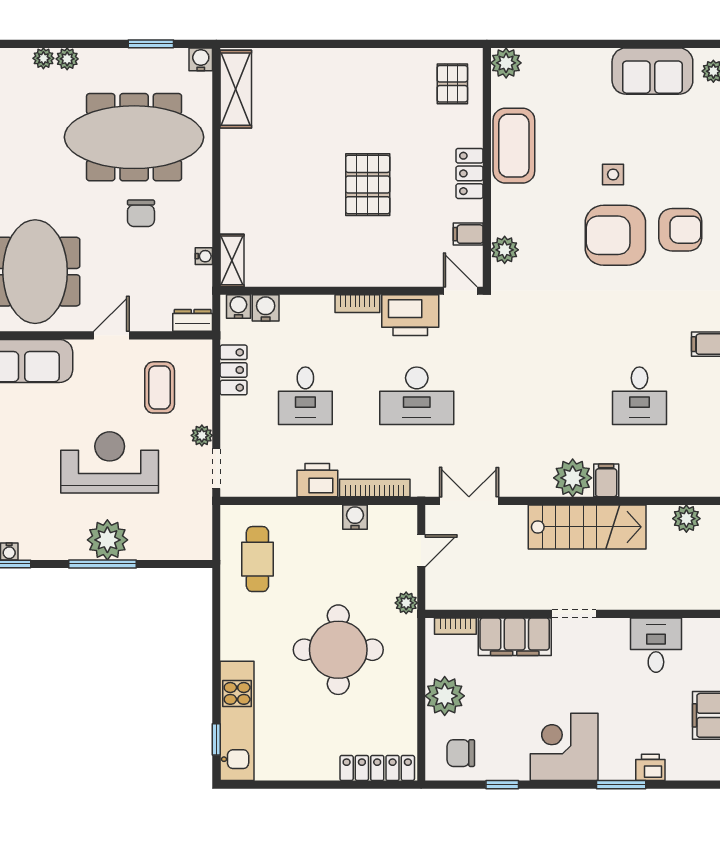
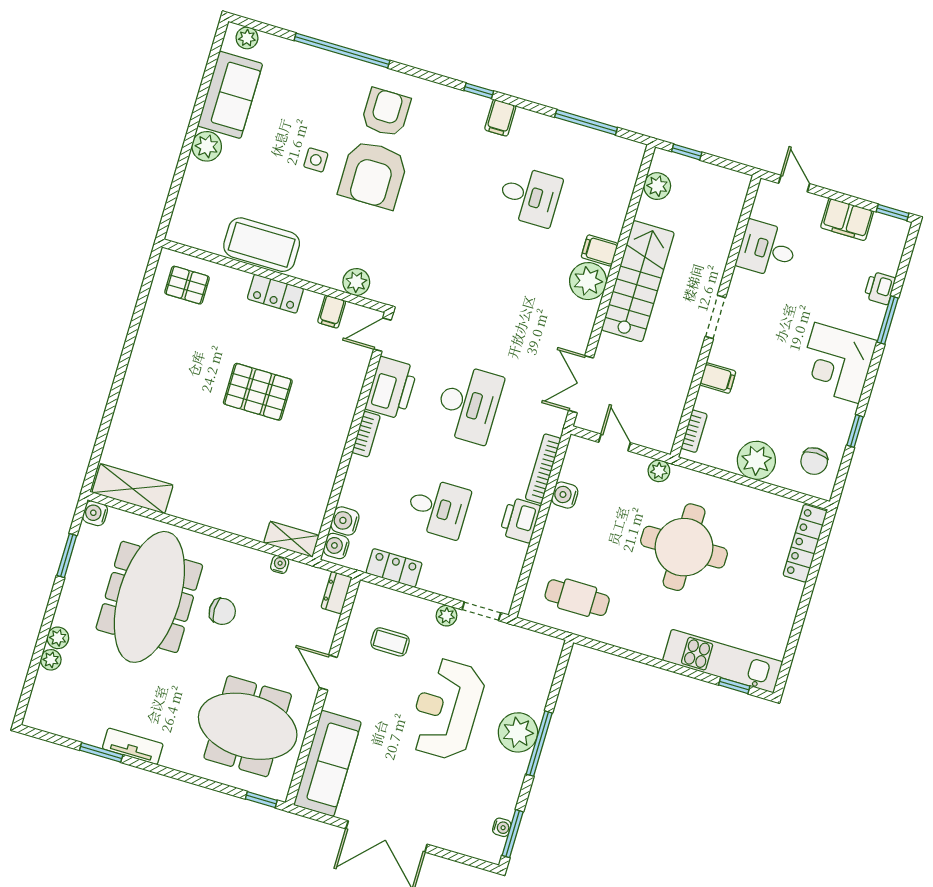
plant: (506, 63) -> (207, 146), moved
coffee table: (160, 387) -> (390, 642), width x0.73, depth x0.77
filing cabinet: (515, 637) -> (718, 378), width x0.33, depth x0.86

